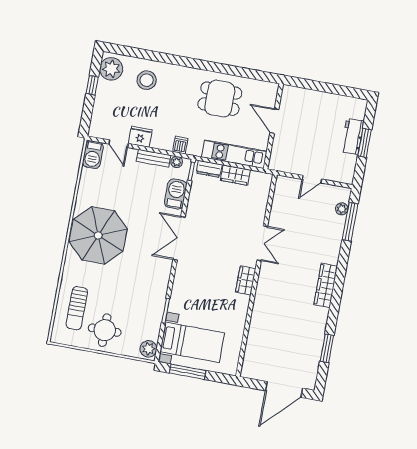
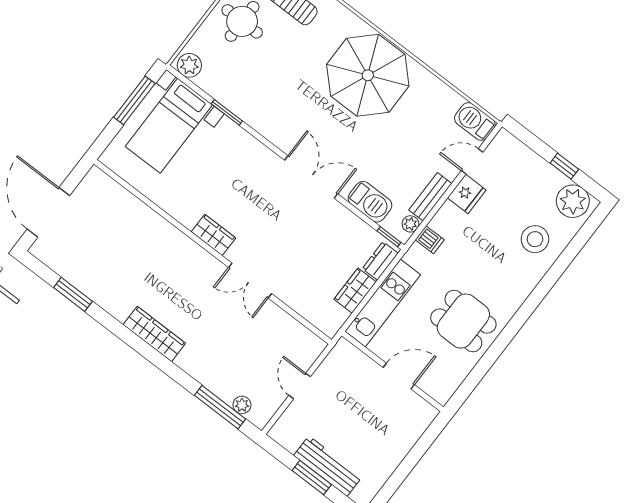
dining table: (220, 99) -> (463, 321), turned 90
workbench: (352, 136) -> (328, 466), width x1.38

